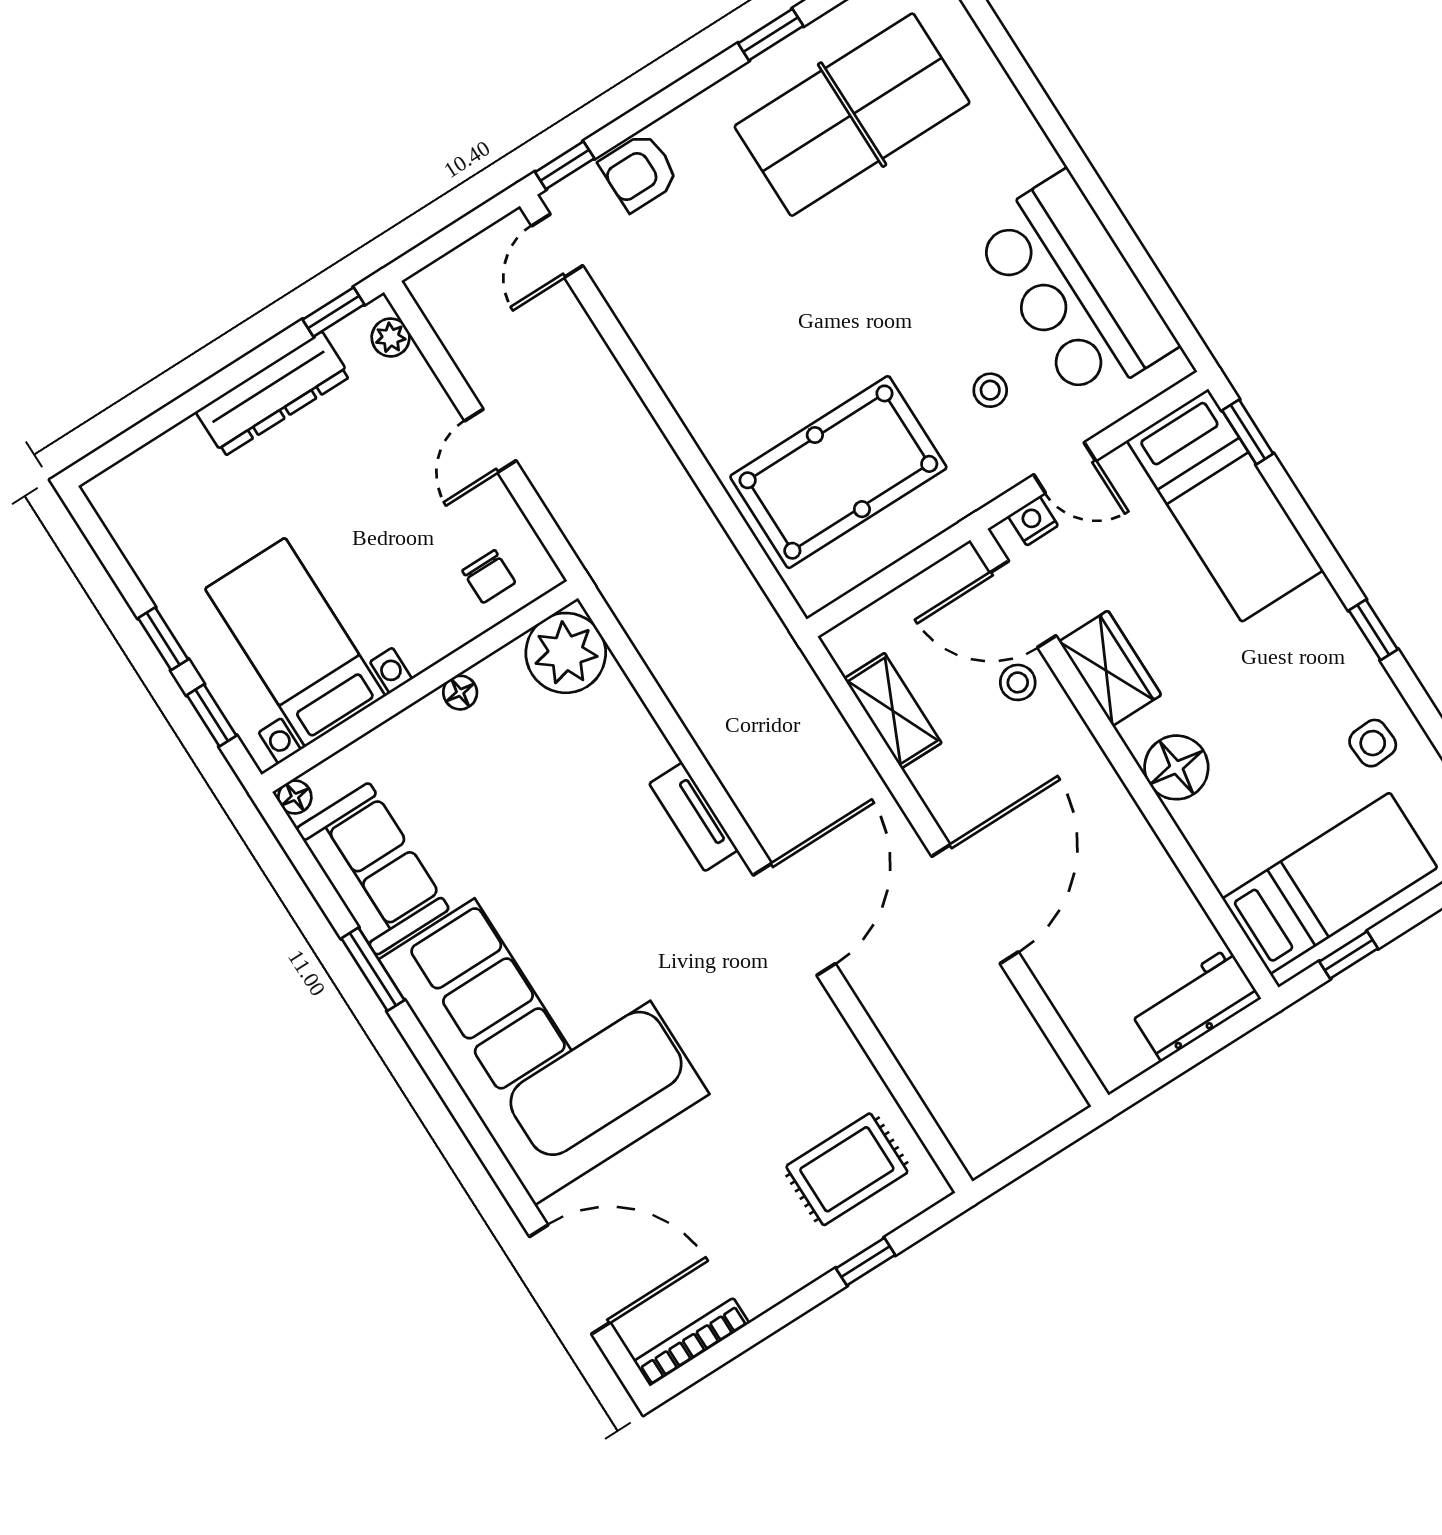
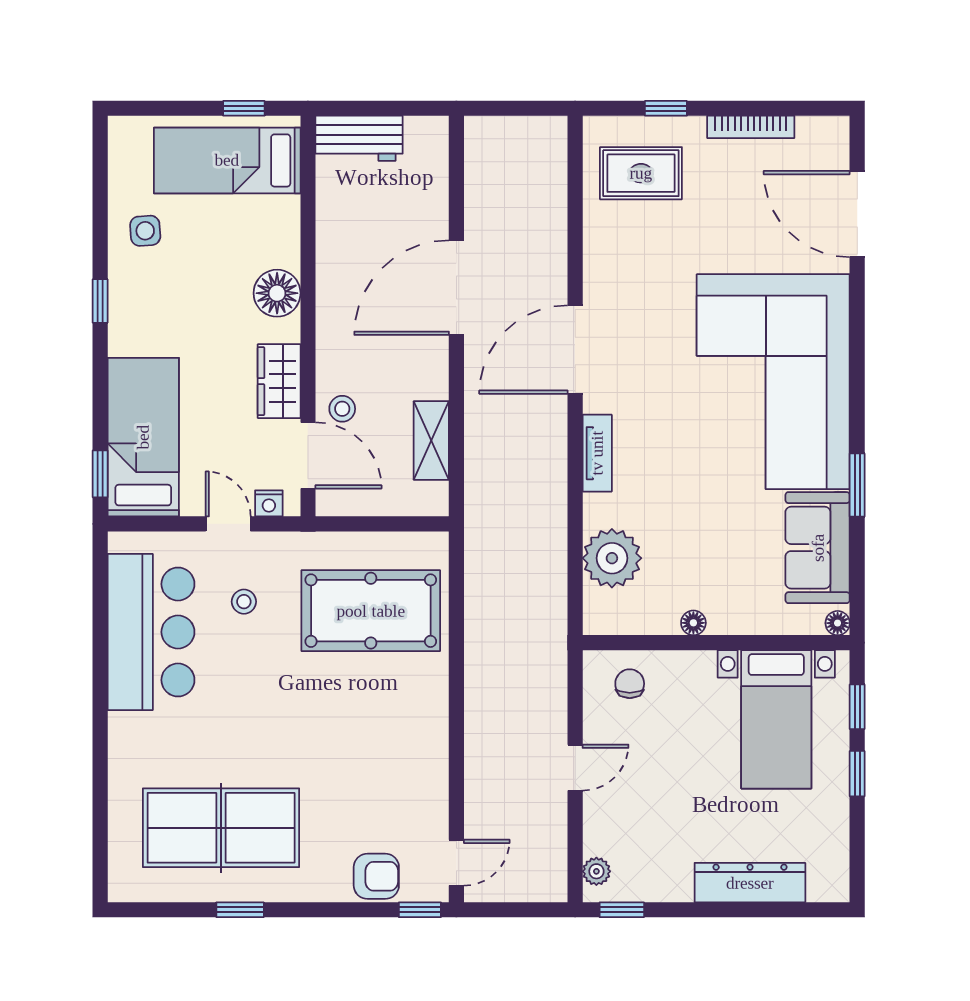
dresser: (273, 394) -> (750, 883), moved
plant: (566, 653) -> (612, 558), moved
bookcase: (692, 1342) -> (751, 127), moved

